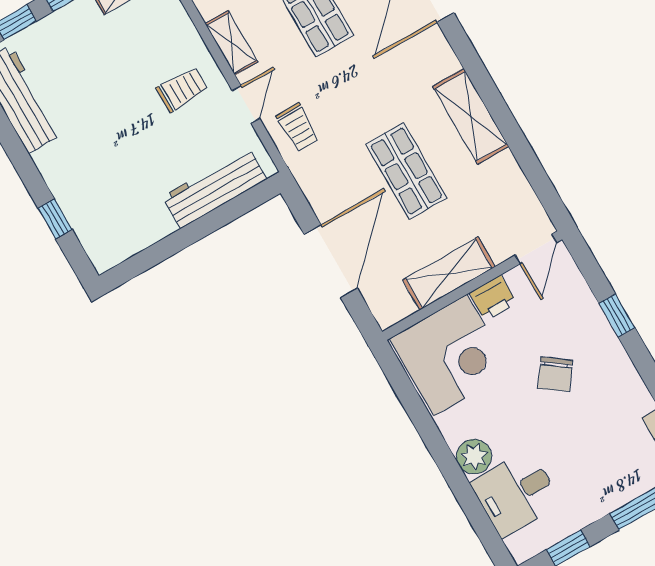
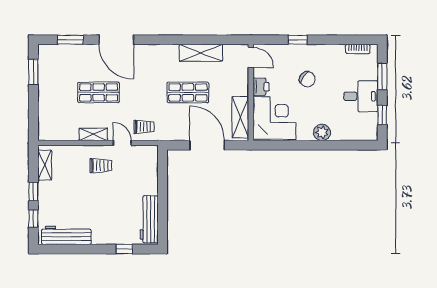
trolley: (182, 89) -> (101, 166), turned 90
shelving: (471, 116) -> (201, 53), moved
workbench: (215, 188) -> (149, 219), moved
shelving: (449, 273) -> (240, 117), moved
desk: (516, 493) -> (361, 96), moved, turned -90

